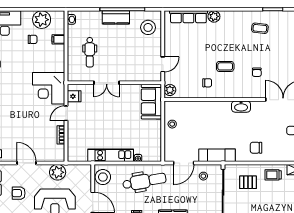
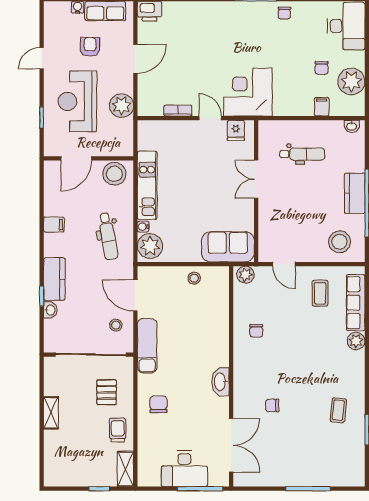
dental chair: (90, 52) -> (302, 154), turned 180
coffee table: (225, 66) -> (320, 293), moved
plant: (151, 153) -> (150, 246), added
dental chair: (144, 181) -> (108, 236), width x0.73, depth x0.72

